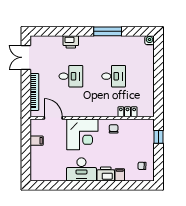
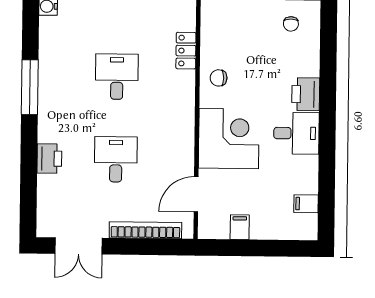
desk: (81, 169) -> (296, 133), width x0.73
filing cabinet: (120, 175) -> (306, 204), moved

